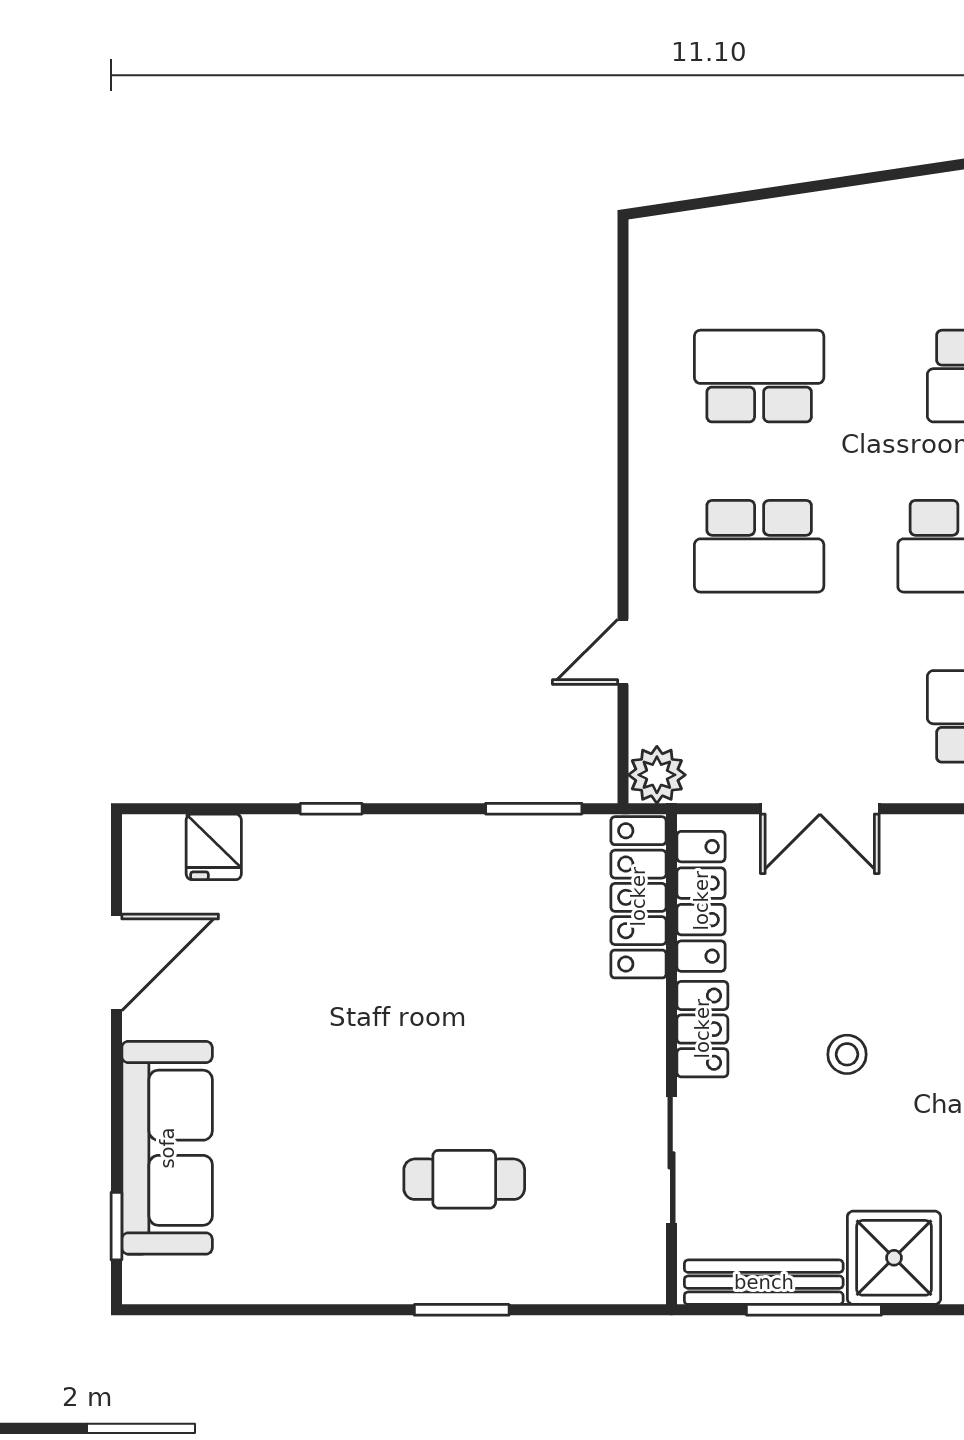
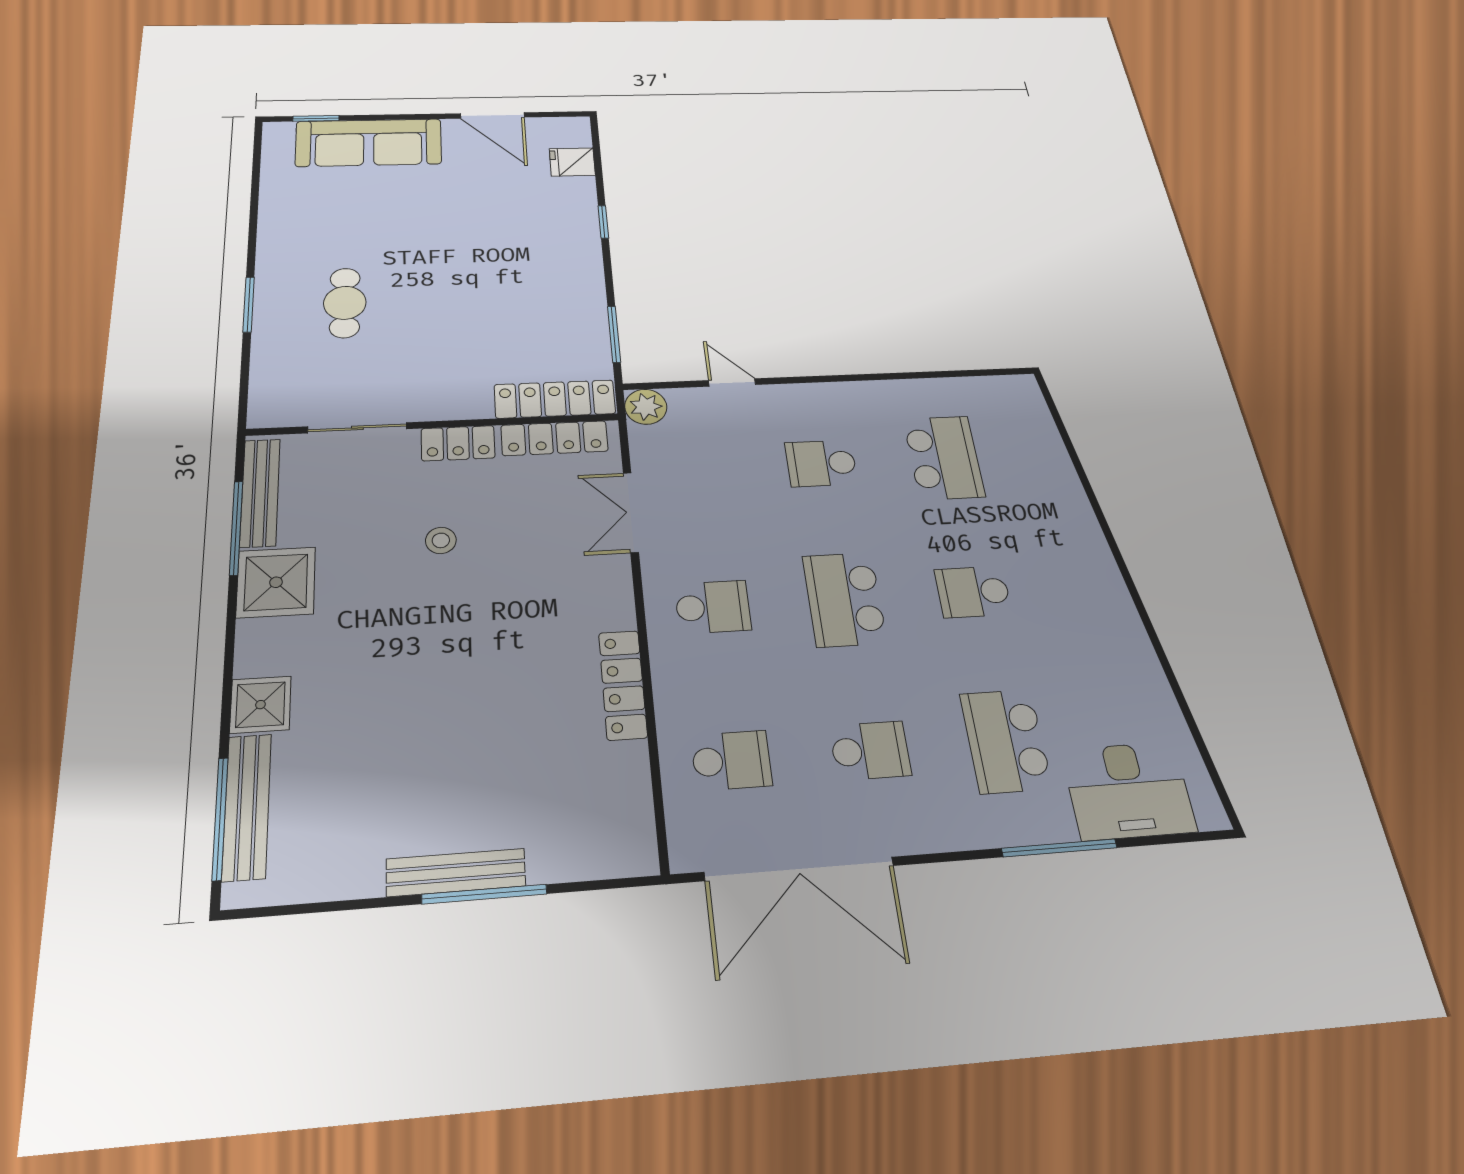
school desk: (759, 546) -> (821, 463), width x0.54

